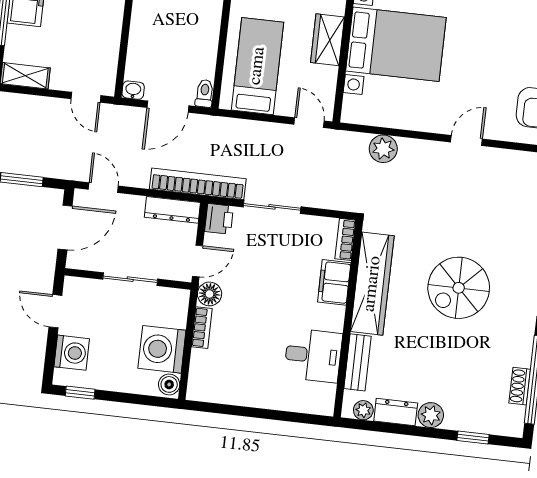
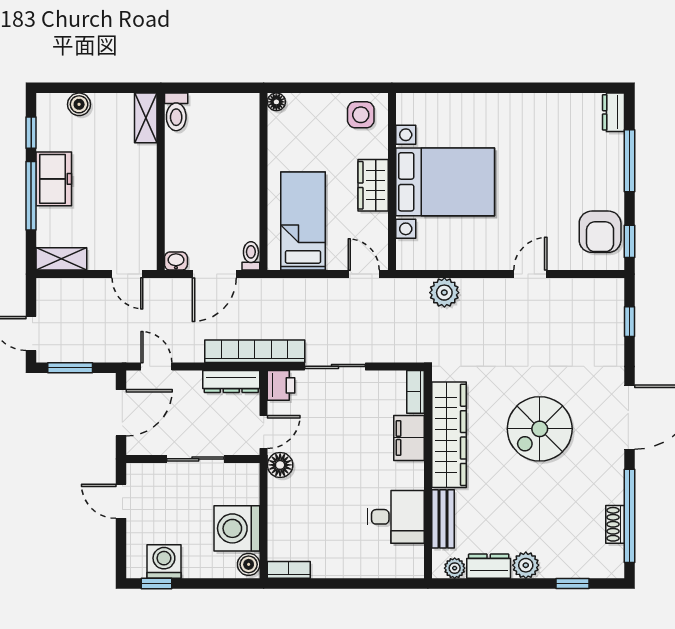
bookcase: (202, 328) -> (289, 570), moved, turned -90
washing machine: (72, 353) -> (164, 562), moved, turned -90

